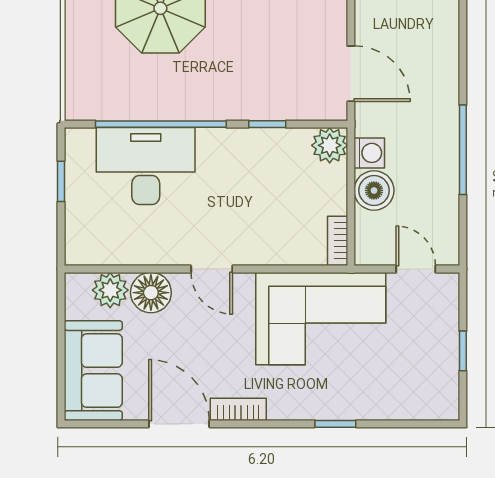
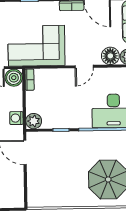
boiler: (374, 190) -> (14, 78), moved
door: (212, 269) -> (84, 67), swing flipped

